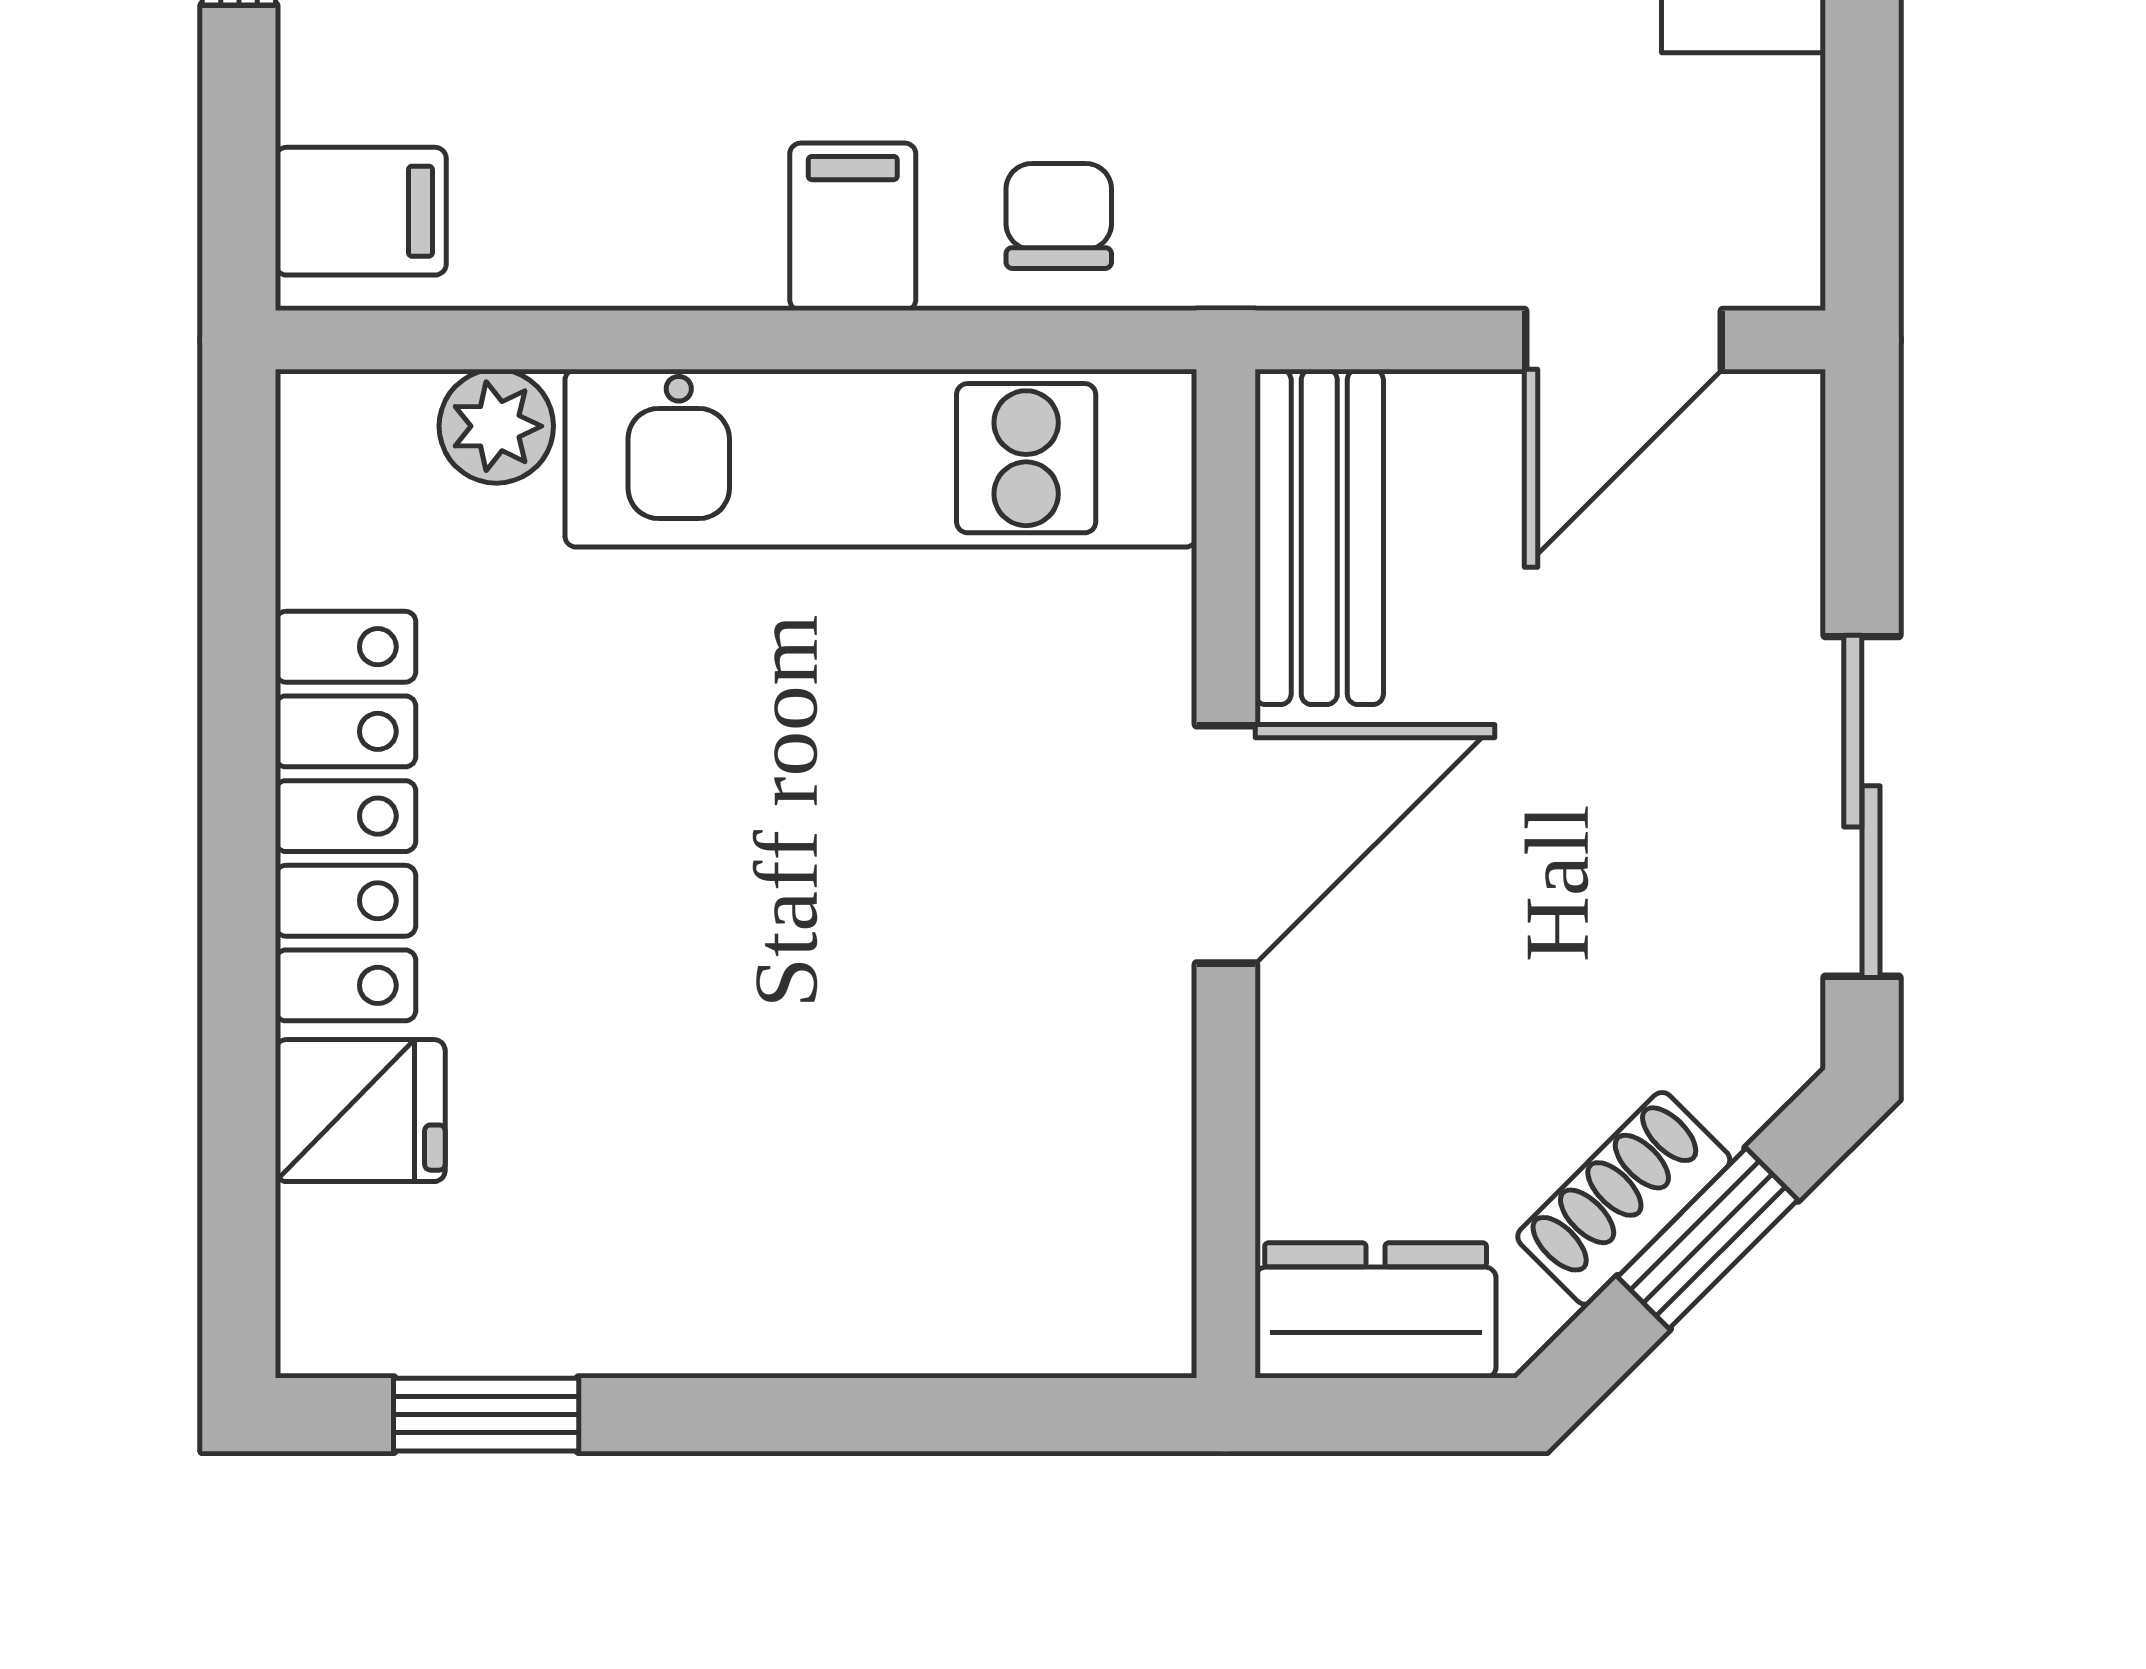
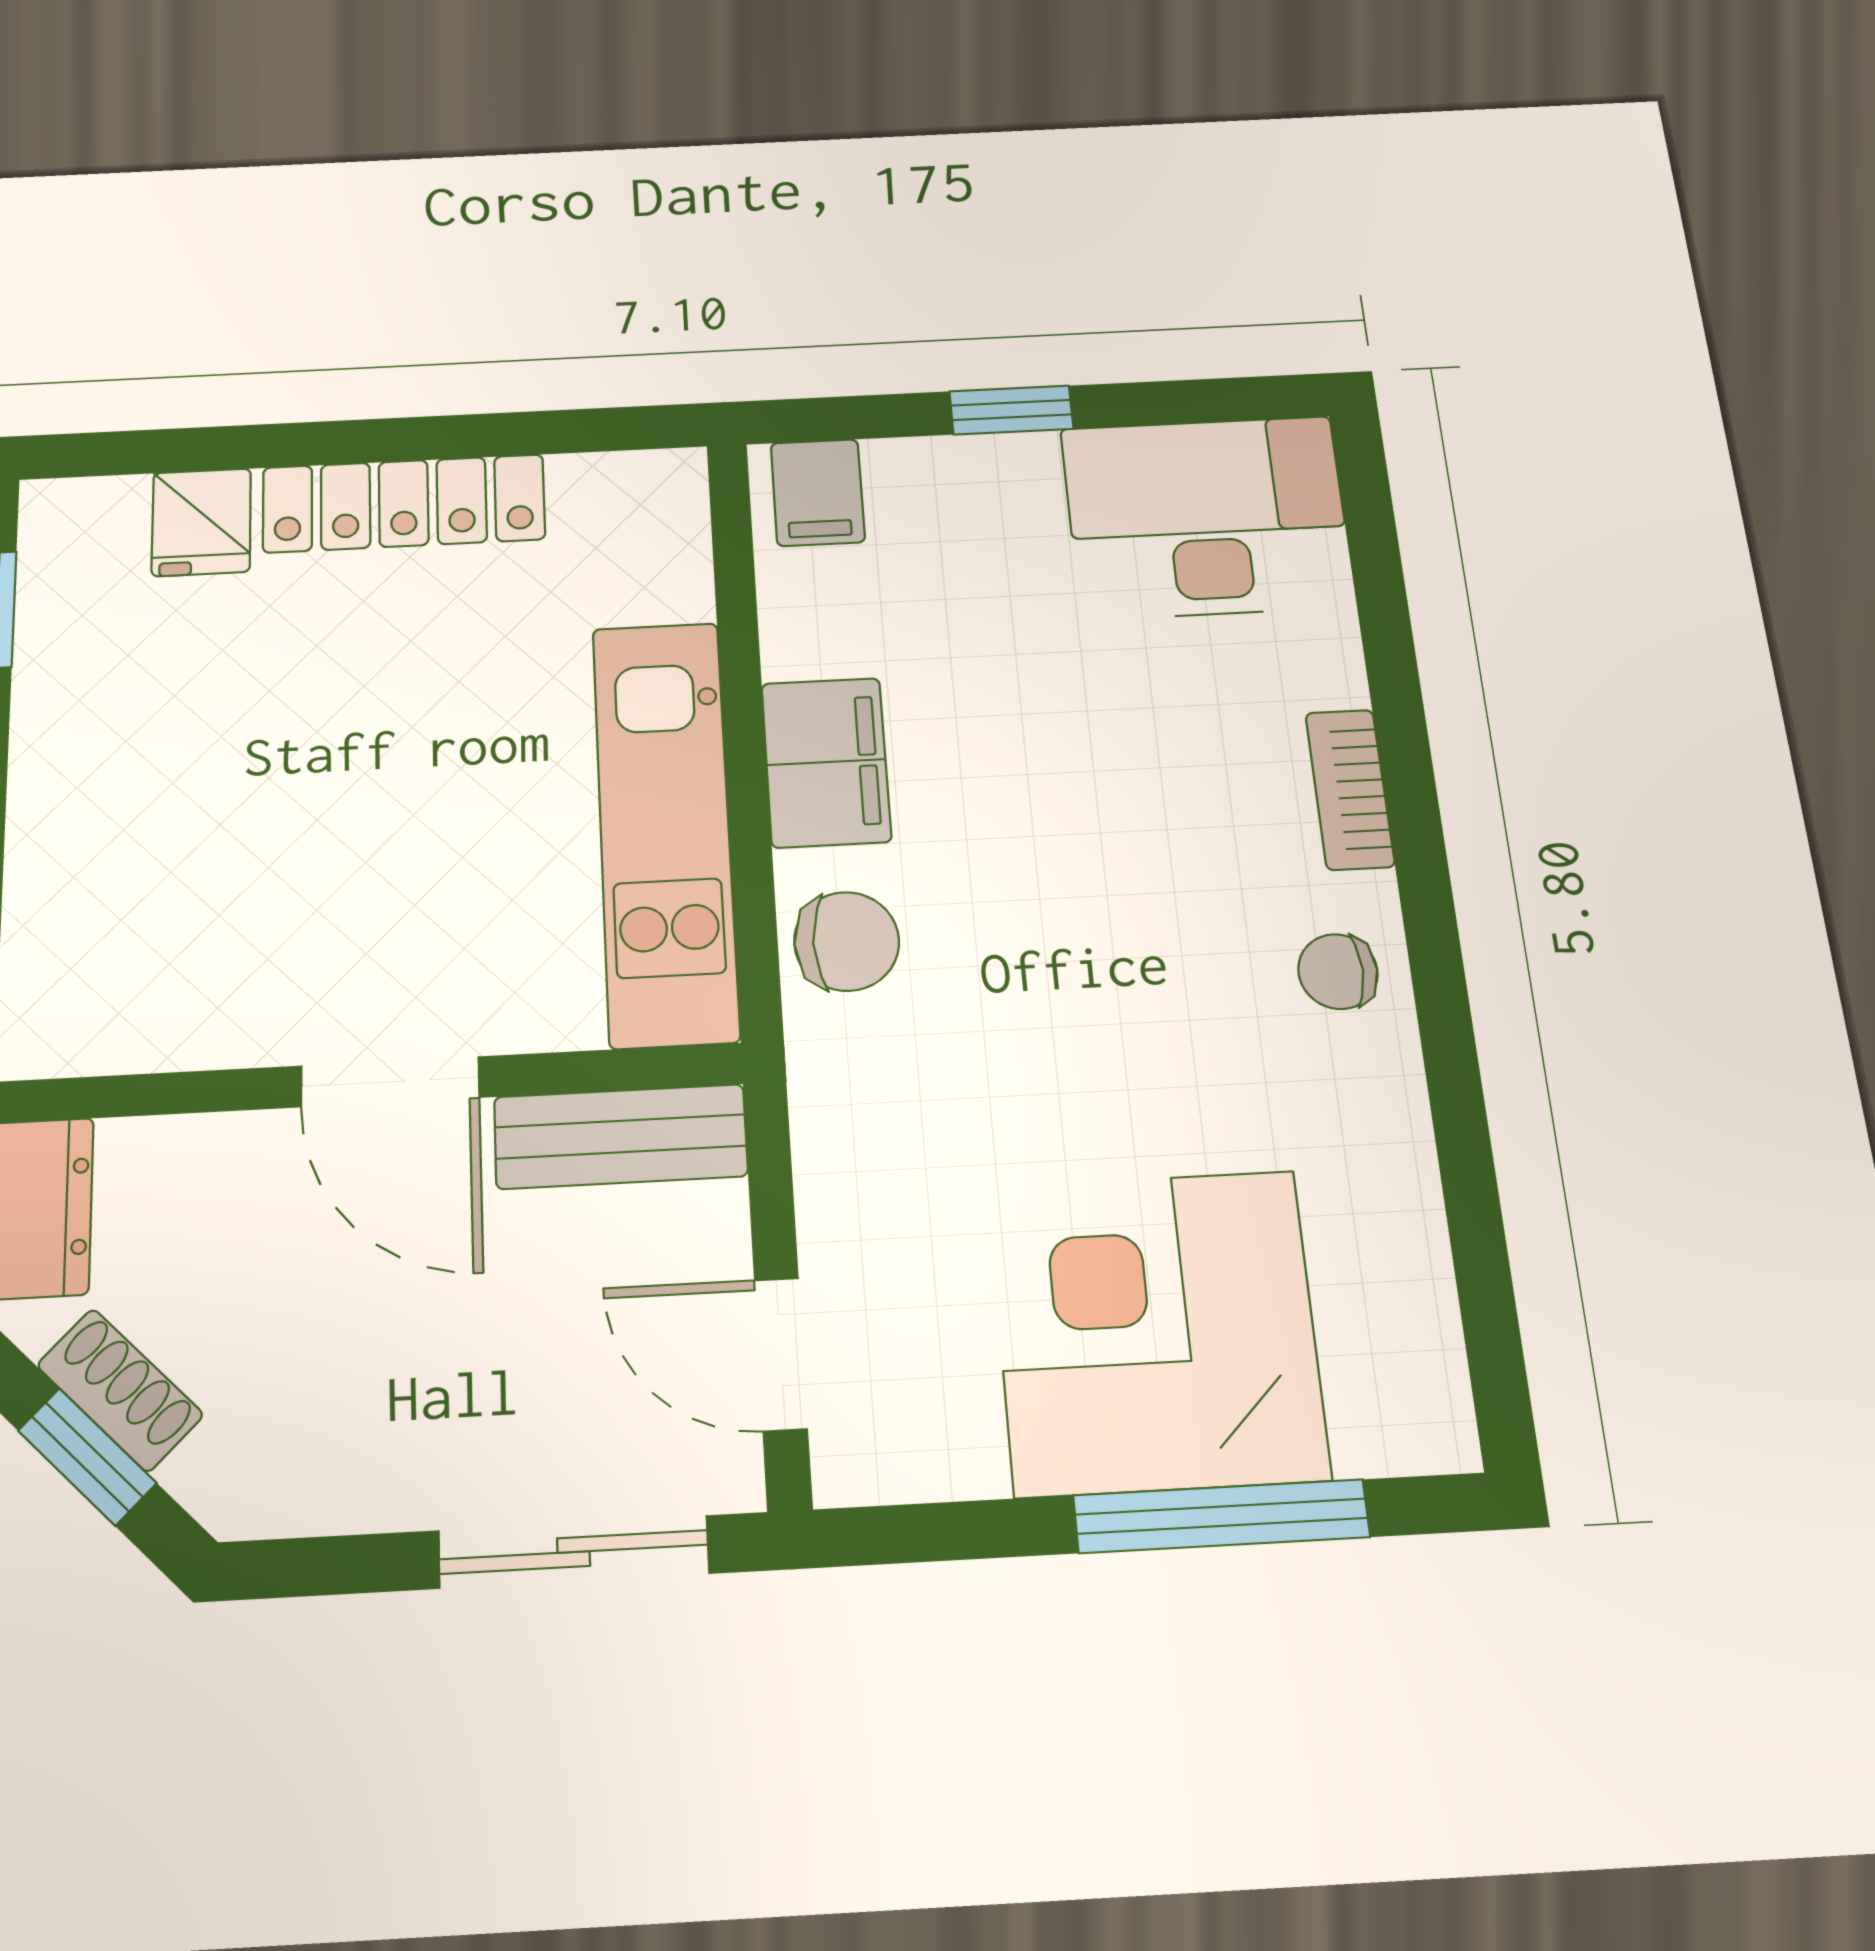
chair: (1059, 216) -> (847, 941), width x1.37, depth x1.37
filing cabinet: (853, 227) -> (826, 762), width x2.00
plant: (496, 426) -> (675, 583), removed
sliding door: (1862, 806) -> (574, 1552), moved

